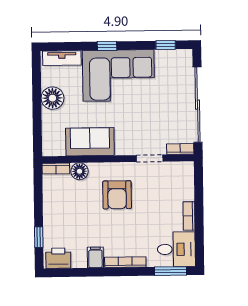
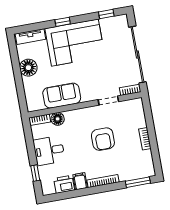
armchair: (117, 195) -> (103, 139), moved
desk: (176, 249) -> (49, 151), moved, turned 180
printer: (58, 258) -> (64, 184), moved

